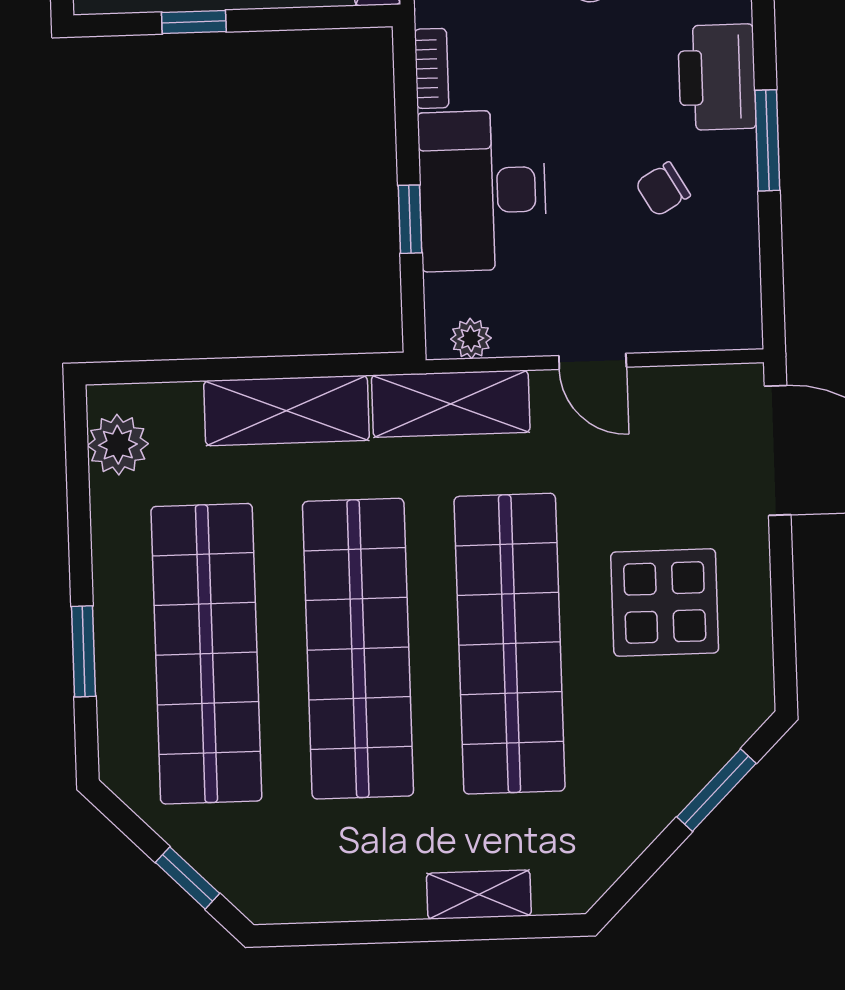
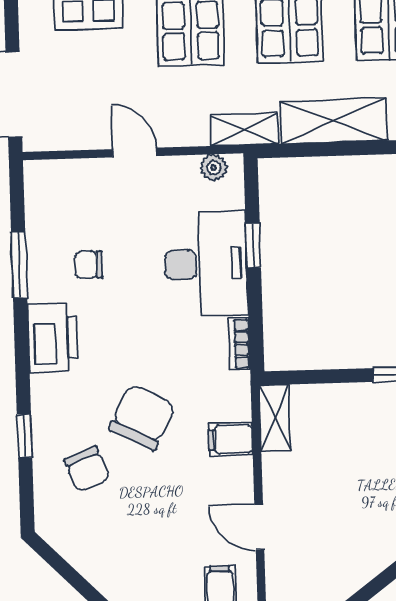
window: (767, 140) -> (19, 265), moved
chair: (663, 189) -> (88, 265), turned -150
shelving: (451, 404) -> (244, 130), width x0.67, depth x0.75

